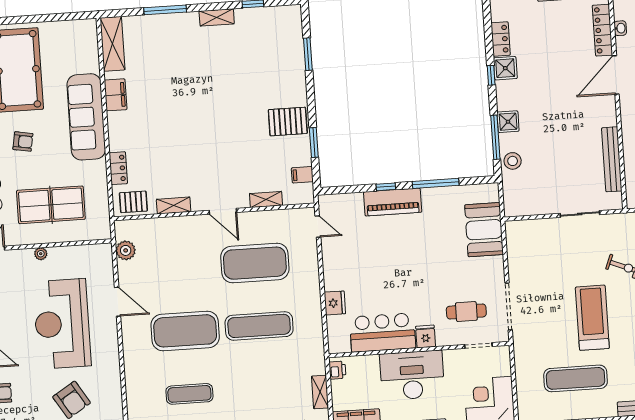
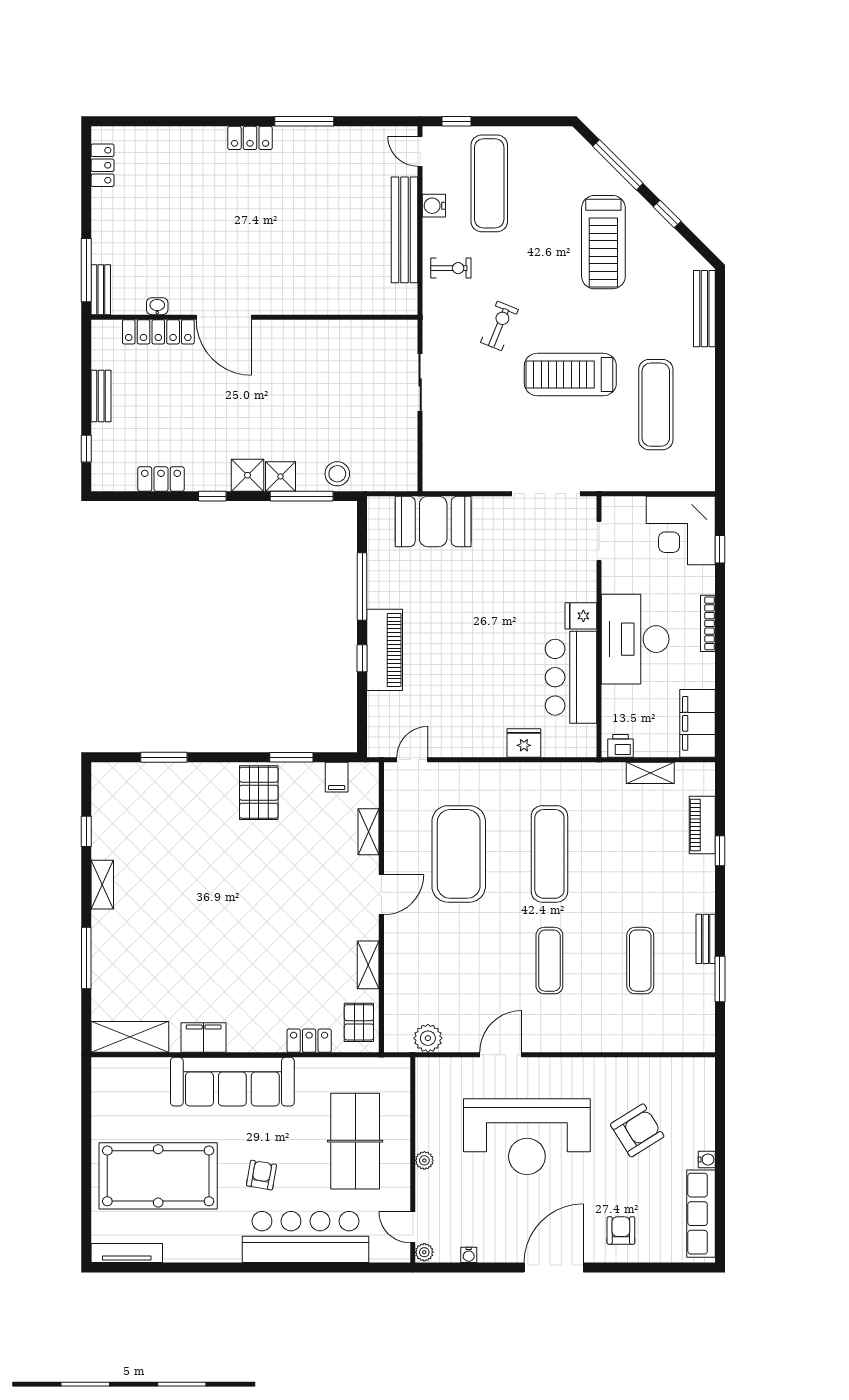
shower: (505, 68) -> (247, 475), moved
bench: (612, 159) -> (345, 331), removed
cafe table: (466, 312) -> (549, 555), removed
exercise mat: (185, 331) -> (549, 961), width x0.50, depth x0.69

